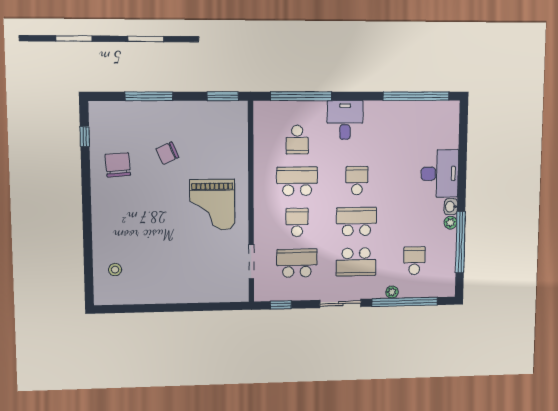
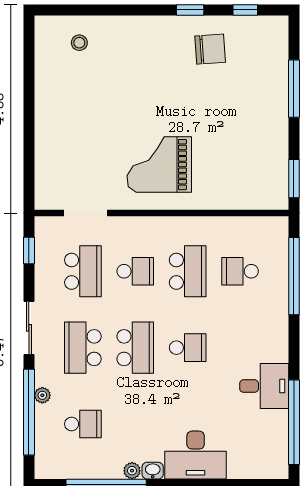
desk: (345, 120) -> (264, 386), moved
chair: (168, 153) -> (224, 110), removed
window: (86, 181) -> (190, 10), added

